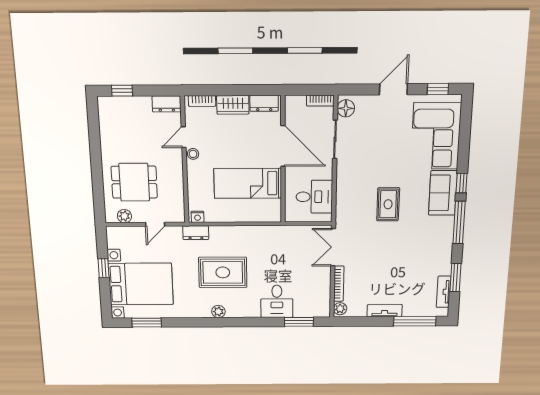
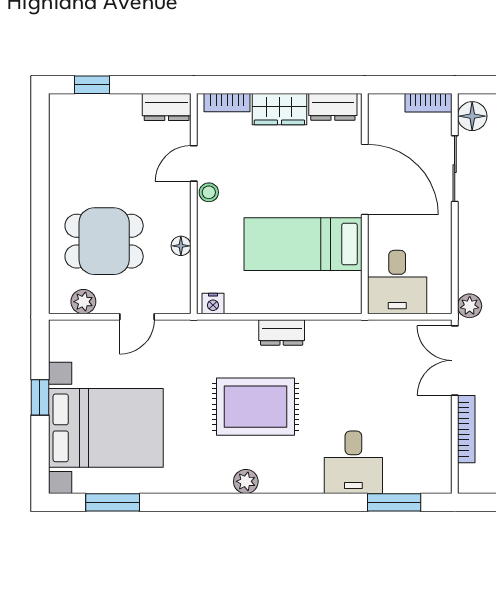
floor lamp: (178, 185) -> (181, 246), added
desk: (314, 197) -> (397, 282), moved, turned 90
dresser: (196, 233) -> (282, 332), moved
plant: (340, 309) -> (470, 306), moved

